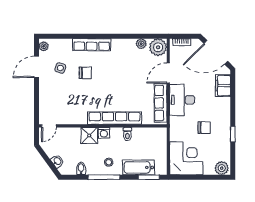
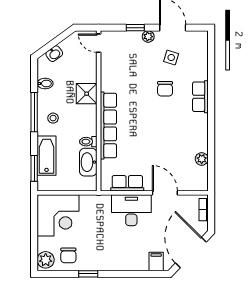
row of seats: (92, 45) -> (200, 97), width x0.68
plant: (44, 46) -> (148, 37), moved
plant: (158, 47) -> (197, 180), removed
filing cabinet: (223, 86) -> (156, 262), width x0.50
window: (37, 97) -> (135, 28), added
row of seats: (161, 103) -> (127, 183), width x0.68
chair: (204, 128) -> (68, 255), moved
washing machine: (104, 133) -> (90, 112), removed
washbasin: (144, 134) -> (88, 162), added

